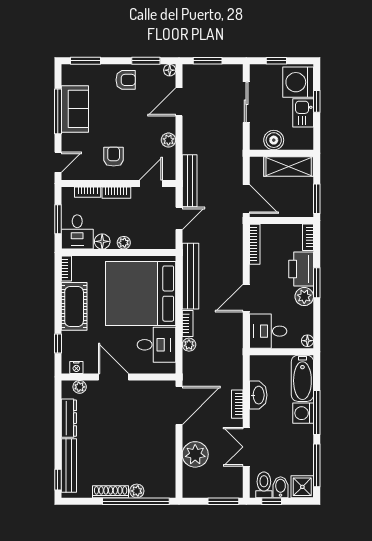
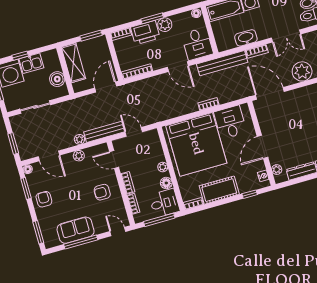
window: (58, 219) -> (159, 220), width x1.44
bench: (191, 276) -> (222, 63), moved
plant: (189, 345) -> (79, 139), moved

